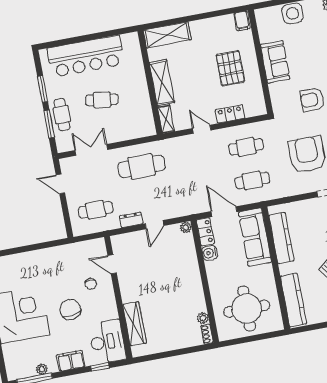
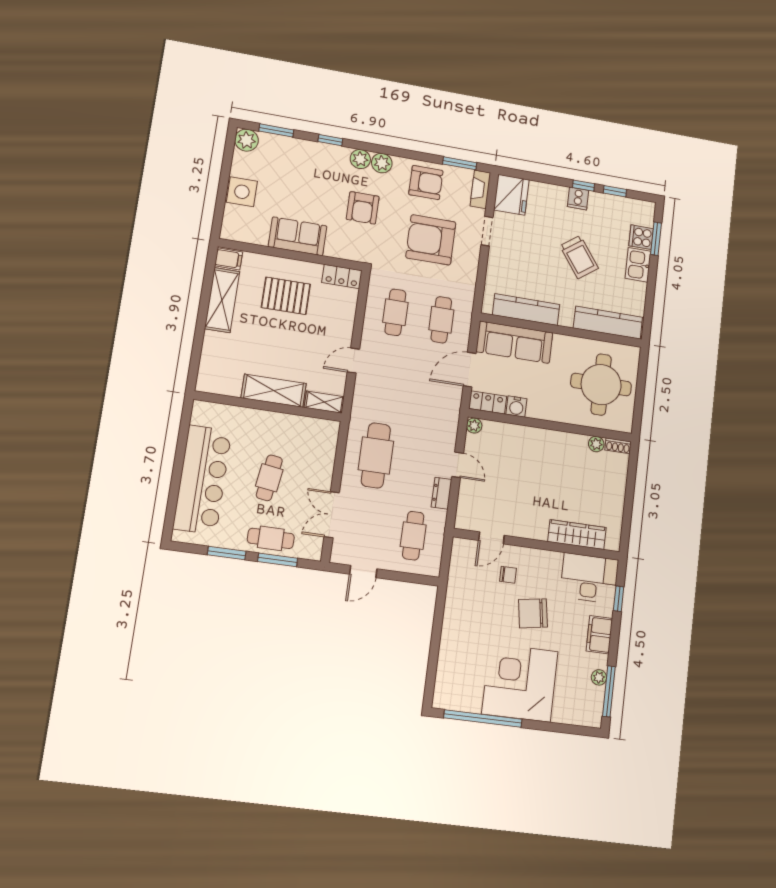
shelving: (167, 35) -> (222, 300), moved
locker: (230, 114) -> (342, 276), moved, turned -90

